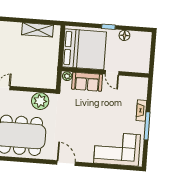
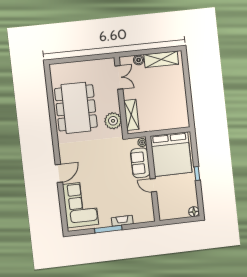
shelving: (38, 30) -> (131, 115), moved
floor lamp: (124, 35) -> (194, 212), moved
door: (112, 73) -> (153, 185), hinge flipped
door: (66, 163) -> (59, 173), moved

